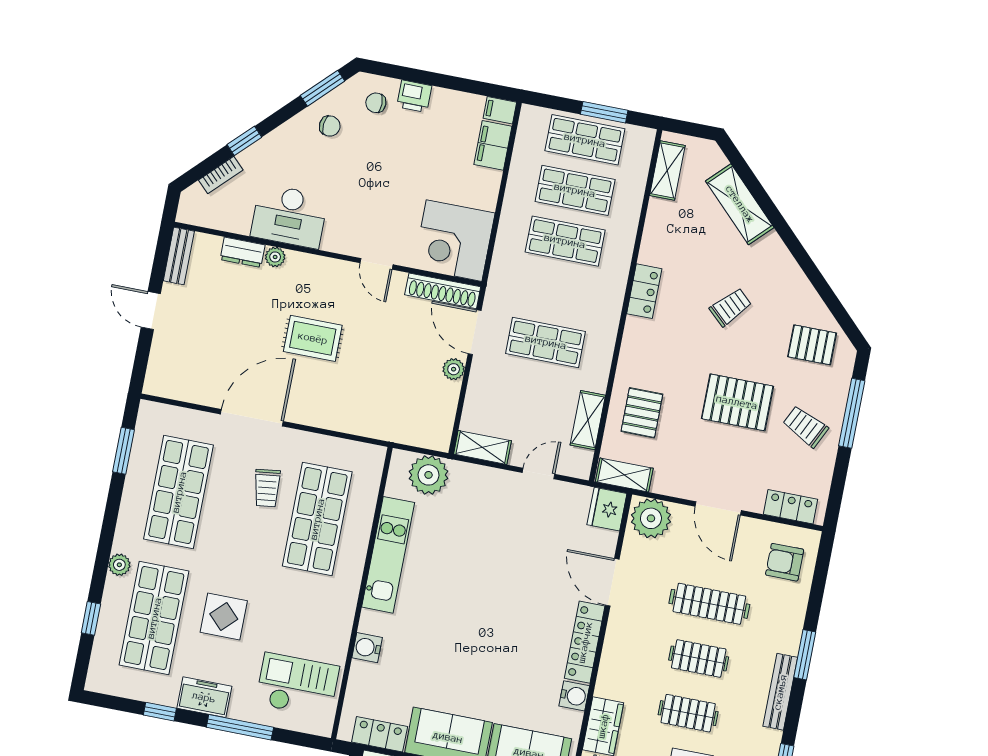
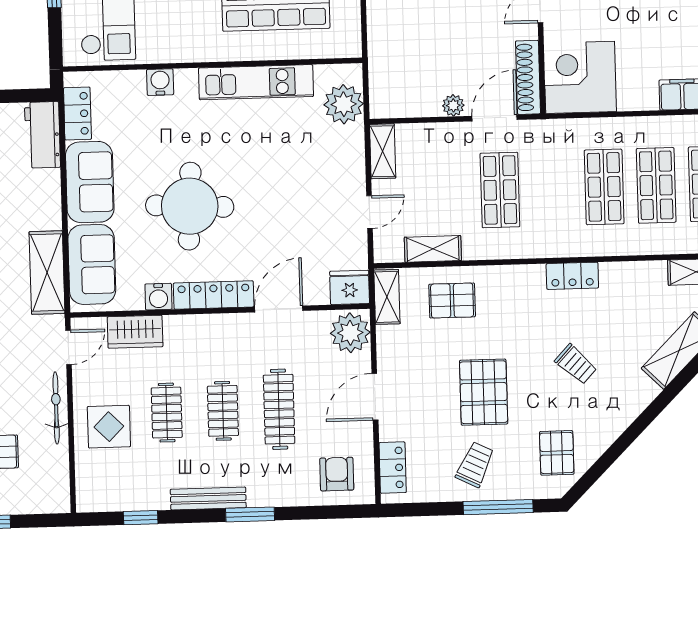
door: (538, 473) -> (369, 212), hinge flipped
round table: (494, 646) -> (190, 206), added

